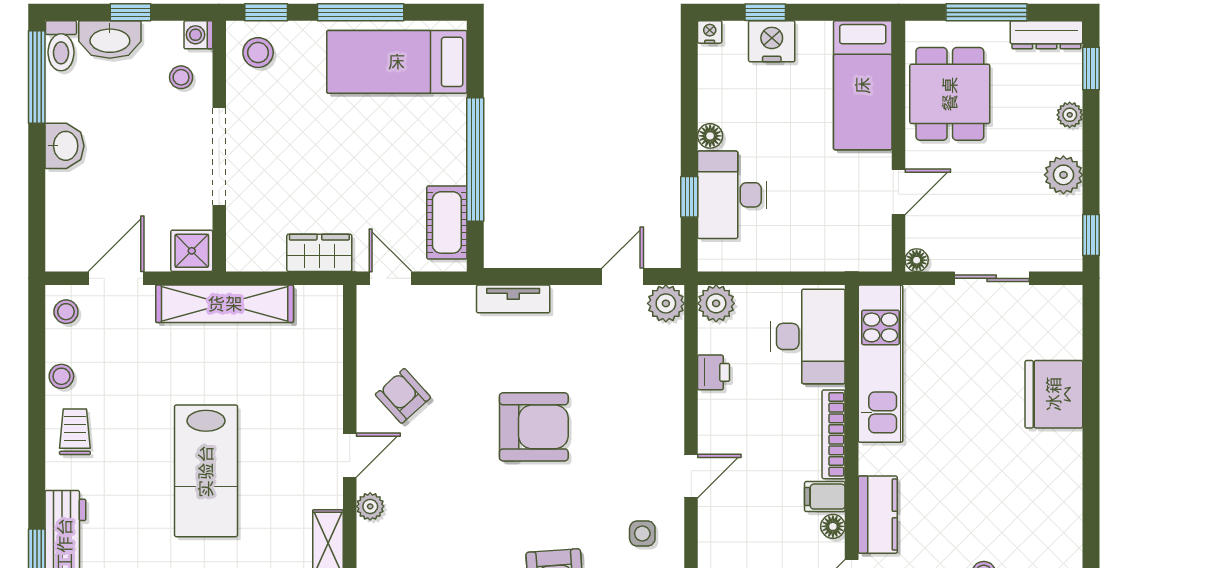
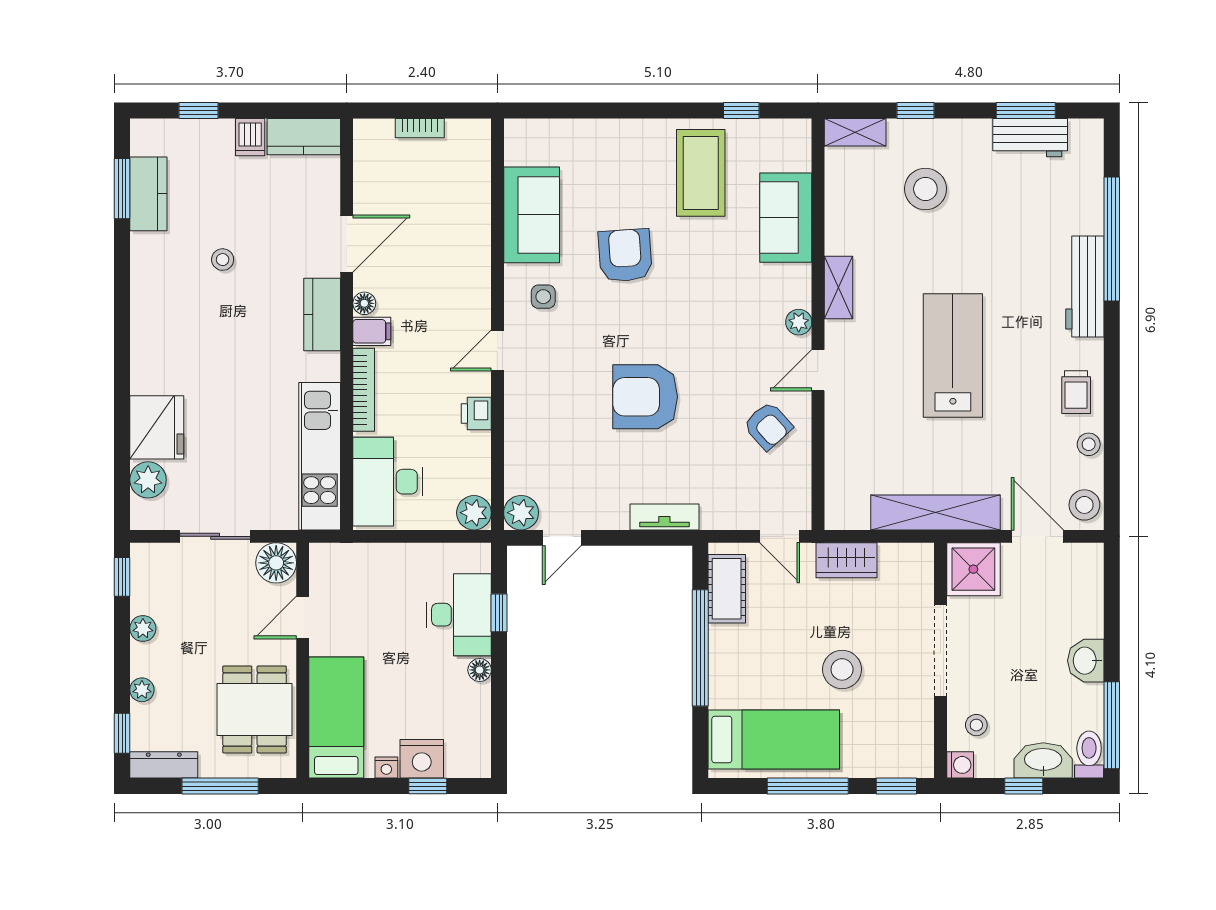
nightstand: (710, 32) -> (386, 768), moved
stool: (258, 53) -> (842, 669), moved, width x1.38, depth x1.38
plant: (1063, 175) -> (143, 628), width x0.73, depth x0.73
shower: (192, 251) -> (973, 569), width x1.36, depth x1.36
floor lamp: (917, 260) -> (276, 563), width x1.89, depth x1.89
door: (116, 278) -> (1037, 536), swing flipped
stool: (66, 312) -> (1084, 505), width x1.37, depth x1.37
plant: (1063, 338) -> (148, 480), added
printer: (714, 372) -> (476, 413), moved

